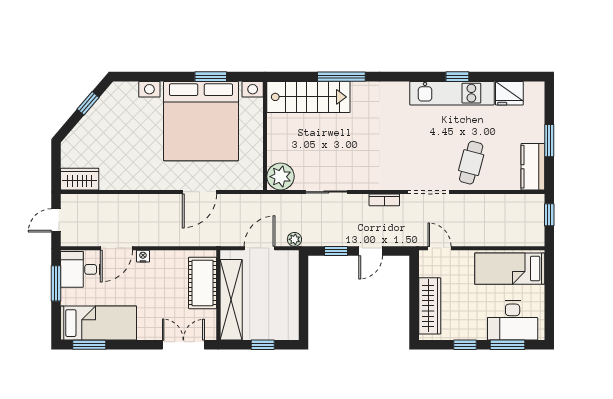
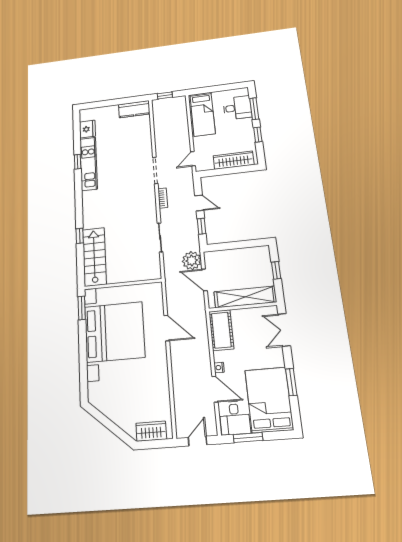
window: (211, 77) -> (82, 308), moved
window: (341, 77) -> (80, 236), width x0.46
window: (88, 103) -> (105, 421), removed
window: (549, 141) -> (117, 102), removed
cafe table: (471, 163) -> (134, 146), removed
plant: (281, 177) -> (151, 270), removed
wardrobe: (80, 179) -> (151, 431), moved, turned 90
door: (56, 220) -> (198, 441), swing flipped
plant: (294, 239) -> (192, 261), width x1.88, depth x1.88
cot: (203, 283) -> (221, 330), moved, turned 90
desk: (513, 320) -> (237, 108), width x0.73
bed: (99, 323) -> (269, 400), width x1.50
window: (89, 345) -> (291, 382), moved

